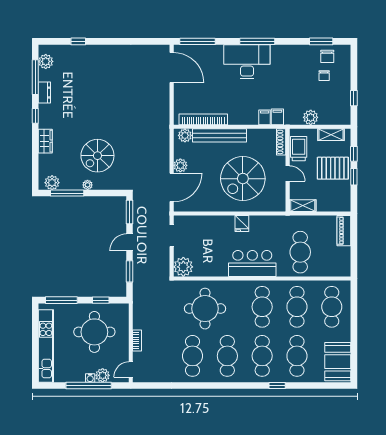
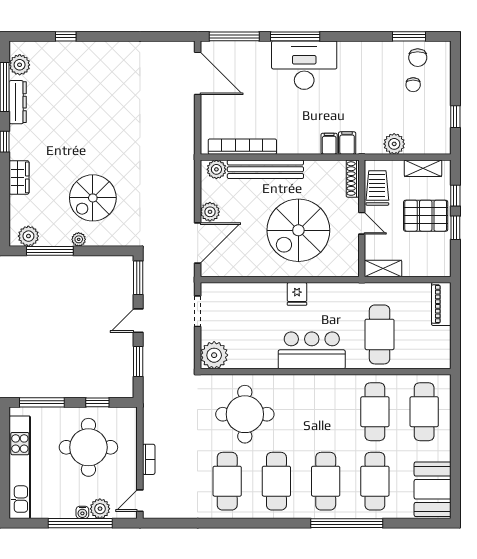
window: (257, 41) -> (295, 36), moved
dresser: (44, 93) -> (18, 102), width x1.44
cafe table: (262, 307) -> (326, 412), removed
window: (277, 386) -> (347, 523), width x3.17

